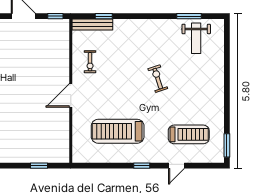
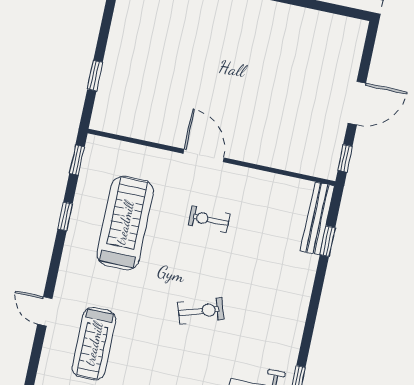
exercise bike: (90, 62) -> (209, 219), moved
window: (88, 166) -> (77, 160), added
window: (142, 166) -> (65, 216), moved

